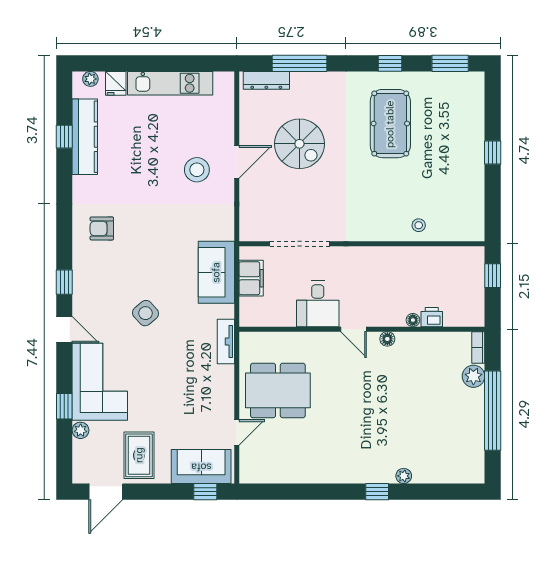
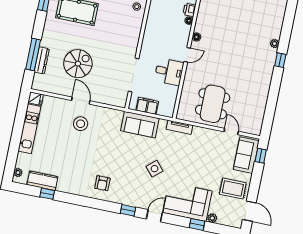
dresser: (266, 80) -> (42, 60), moved
fridge: (116, 83) -> (36, 99), moved
kitchen counter: (85, 137) -> (42, 181), width x0.67

